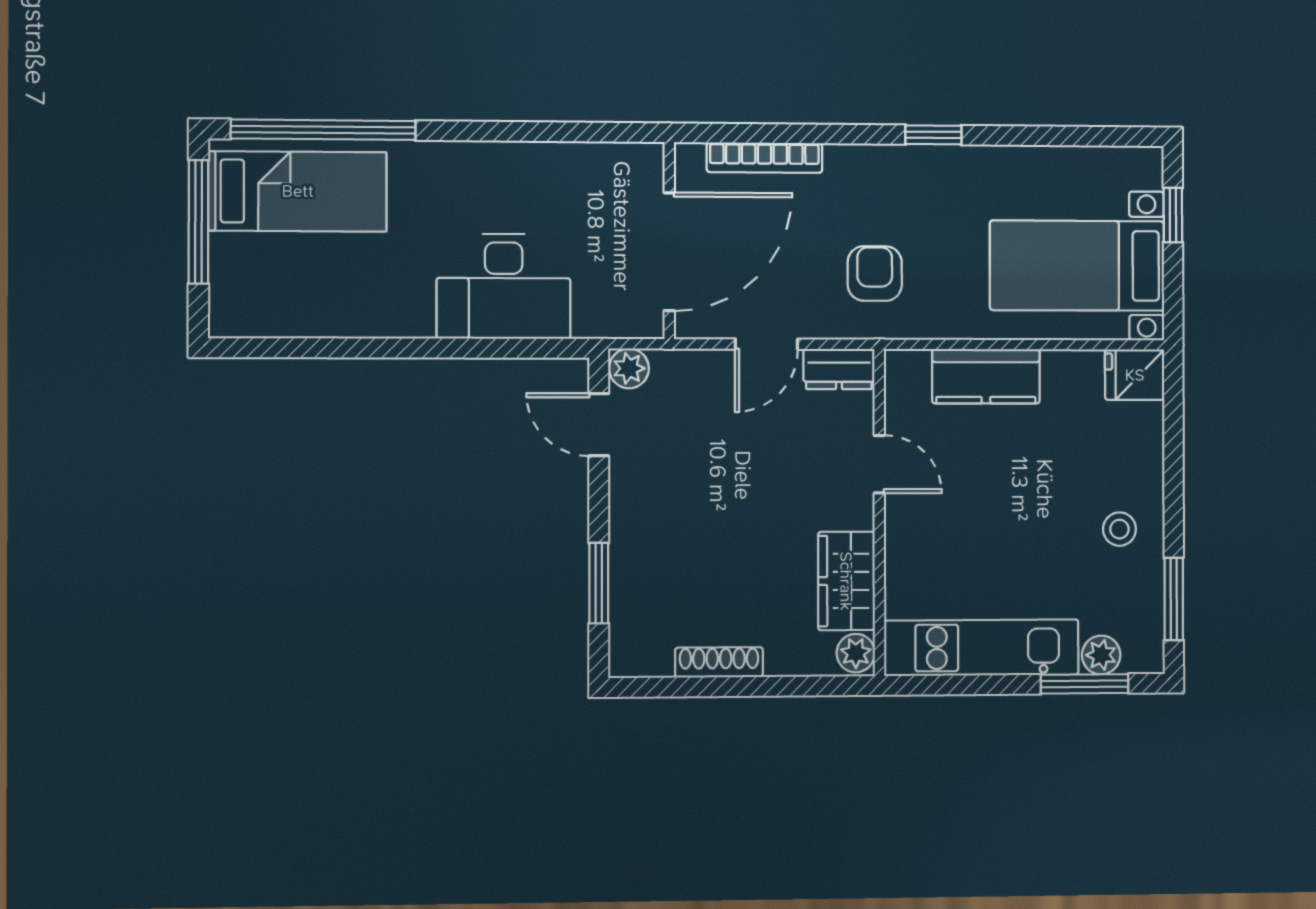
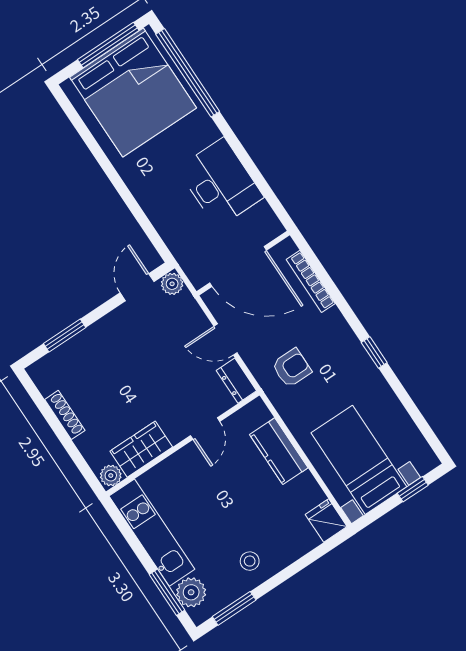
bed: (298, 191) -> (133, 93), width x2.04
desk: (504, 286) -> (220, 183), moved, turned 180
plant: (1101, 655) -> (191, 592), width x1.38, depth x1.38

